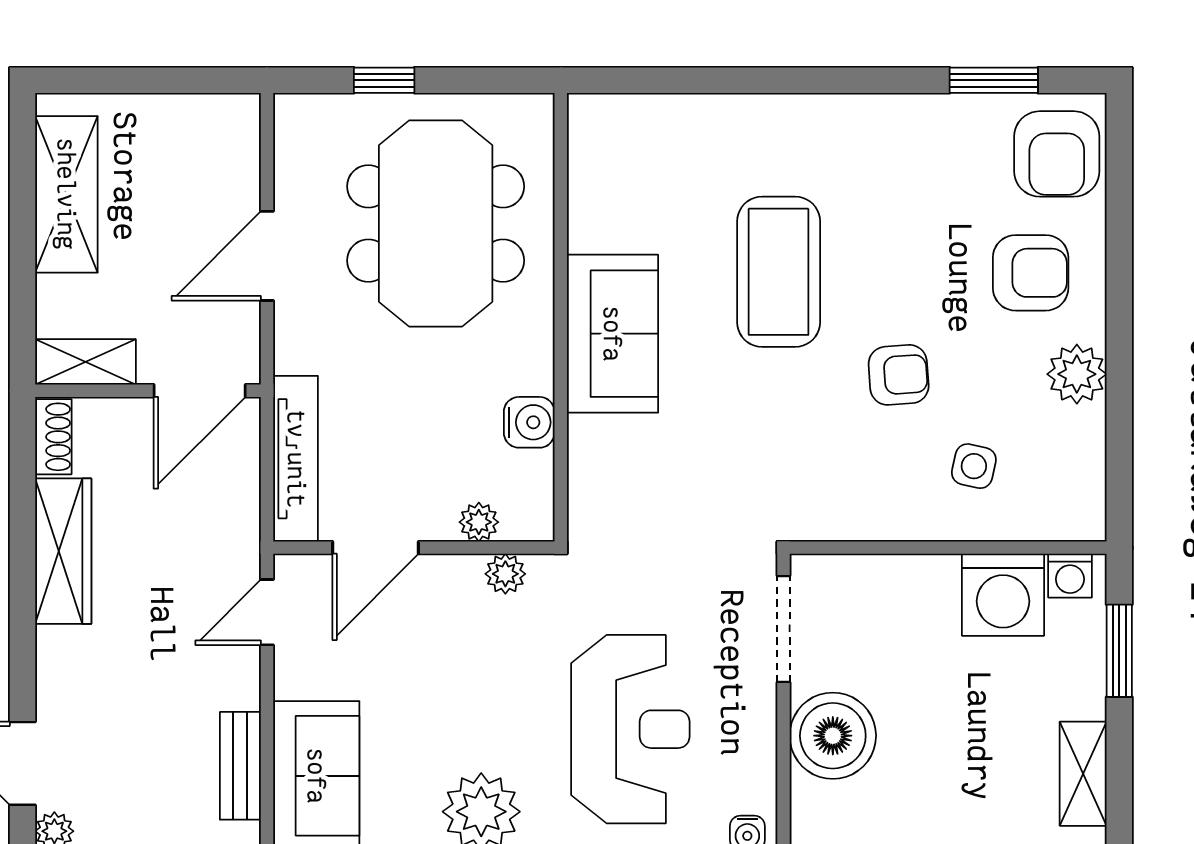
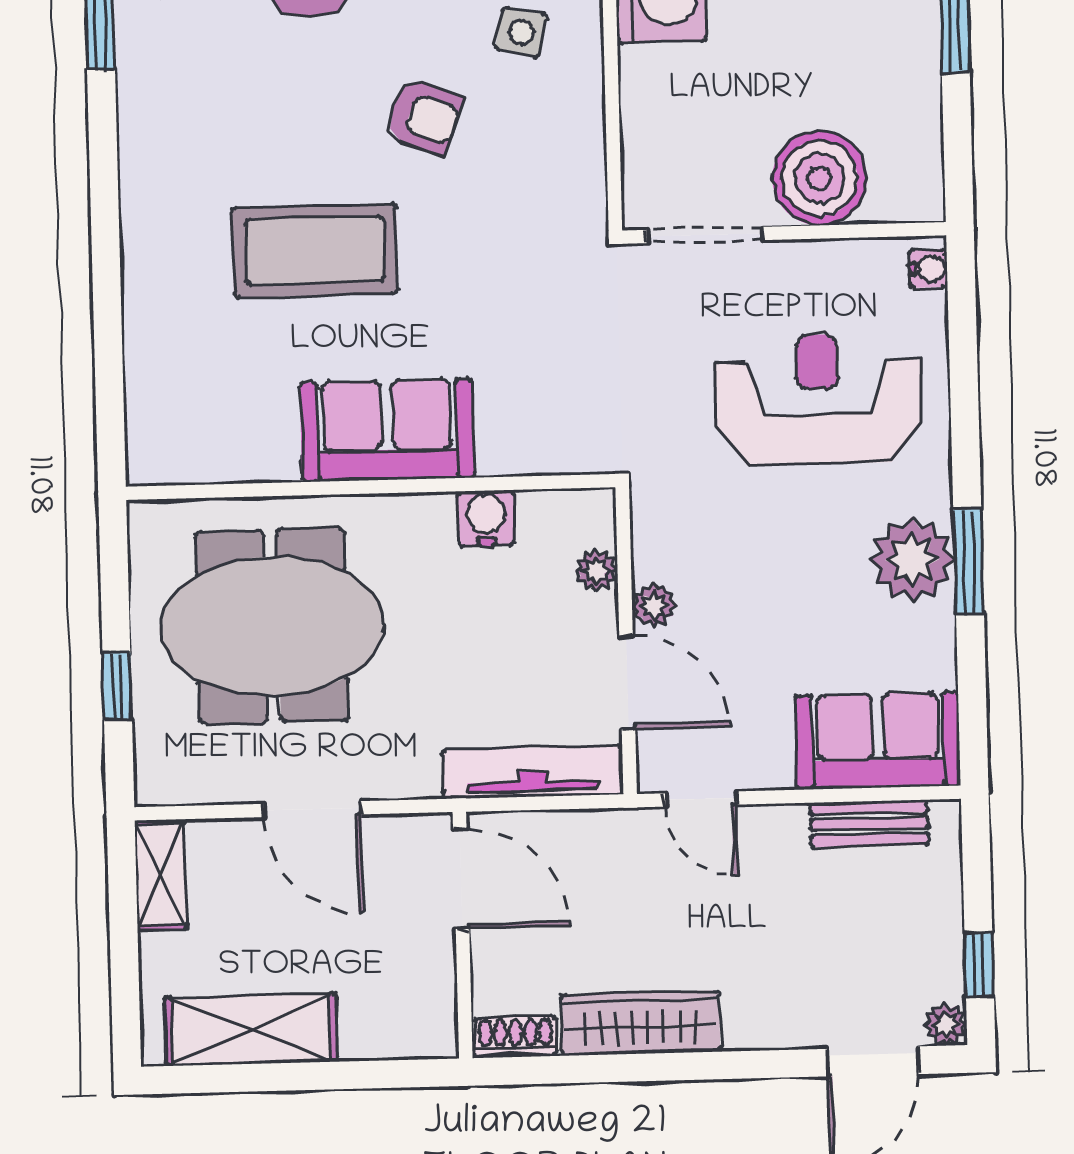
shelving: (86, 362) -> (161, 875), moved
armchair: (899, 375) -> (424, 117), turned 115
plant: (505, 574) -> (654, 605), moved

